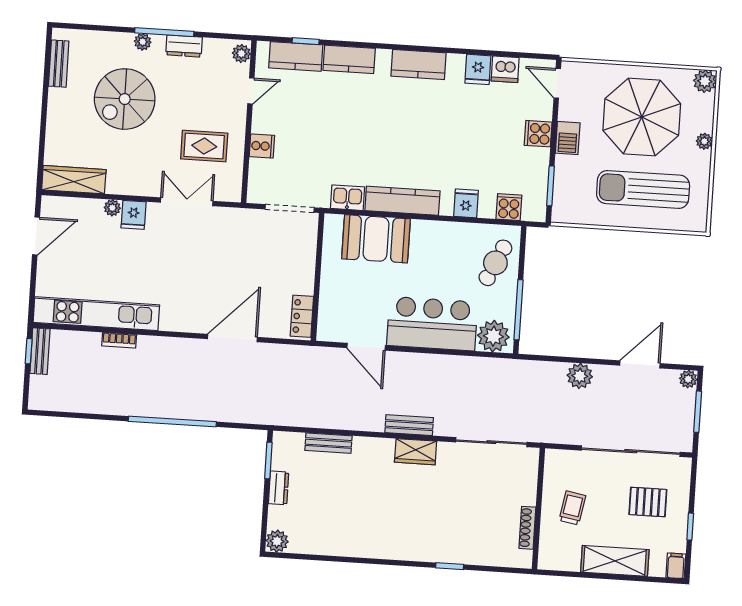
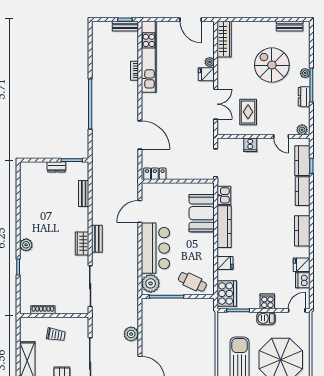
cooker: (509, 207) -> (227, 293), width x1.87, depth x1.31
plant: (277, 541) -> (26, 245), moved

